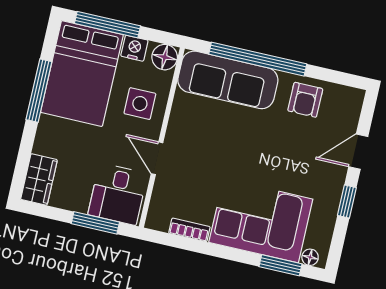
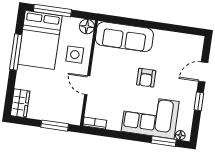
nightstand: (134, 48) -> (69, 23), removed
window: (258, 59) -> (141, 23), removed
armchair: (305, 100) -> (146, 78), moved
desk: (118, 194) -> (66, 108), removed
bookcase: (189, 230) -> (95, 123), moved

